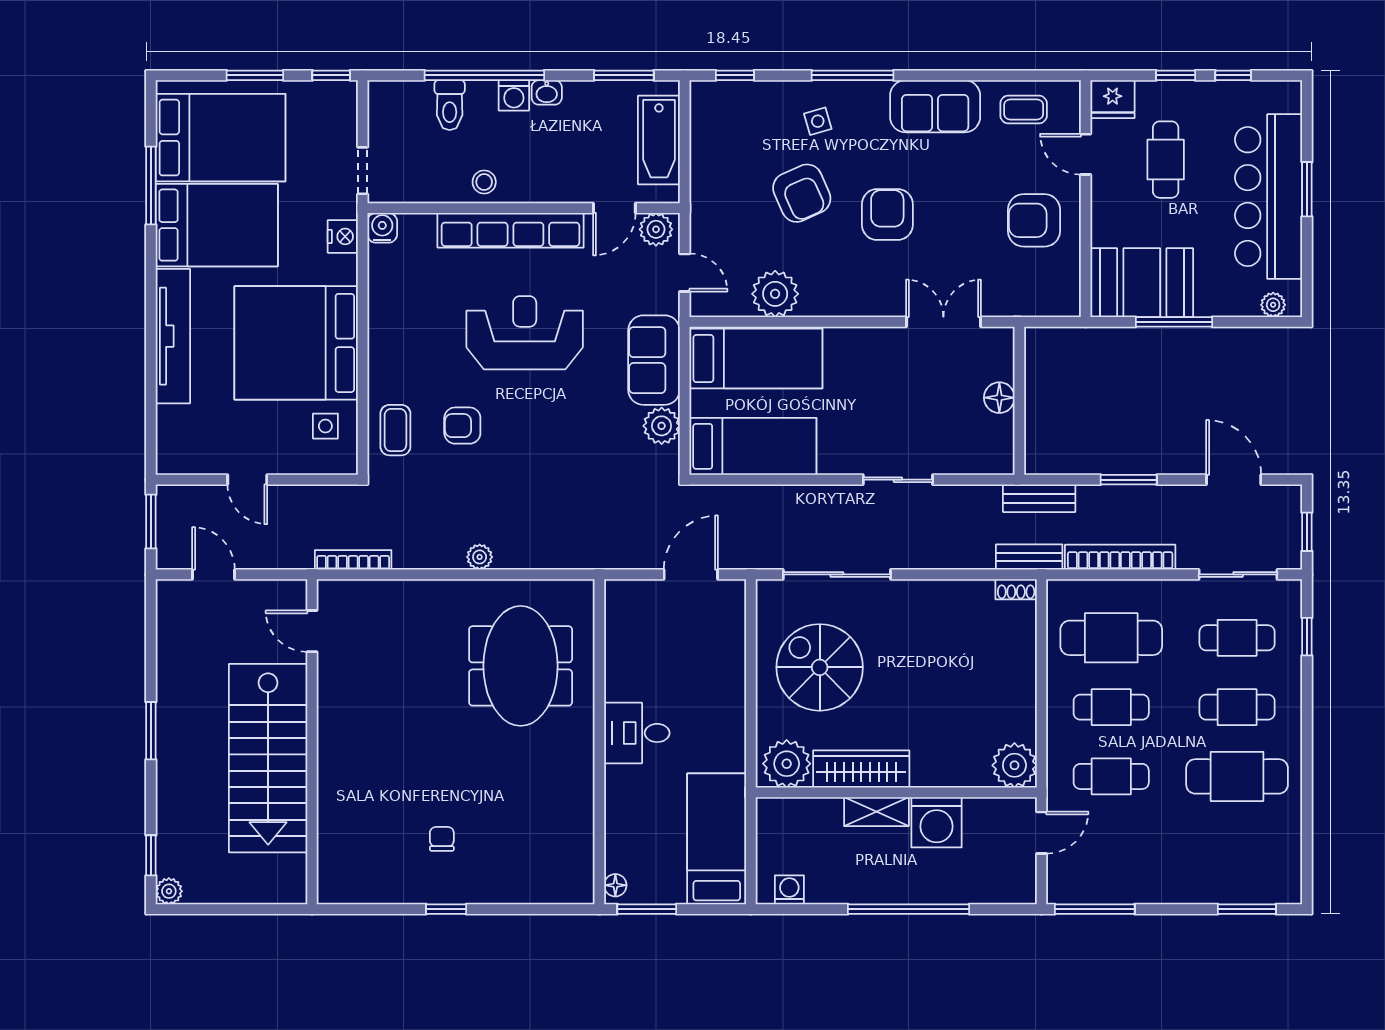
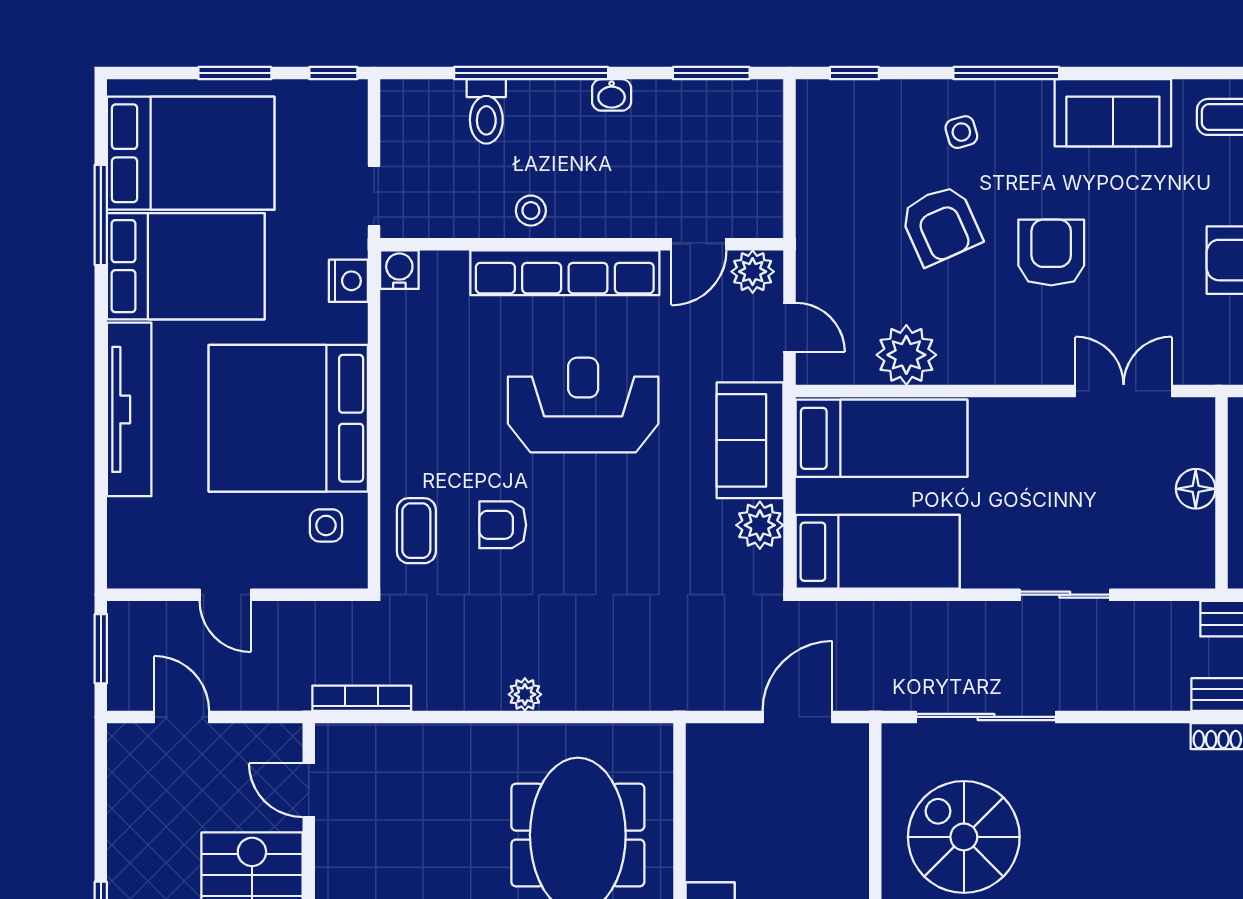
washing machine: (514, 95) -> (569, 99), removed
bathtub: (659, 140) -> (756, 156), removed

